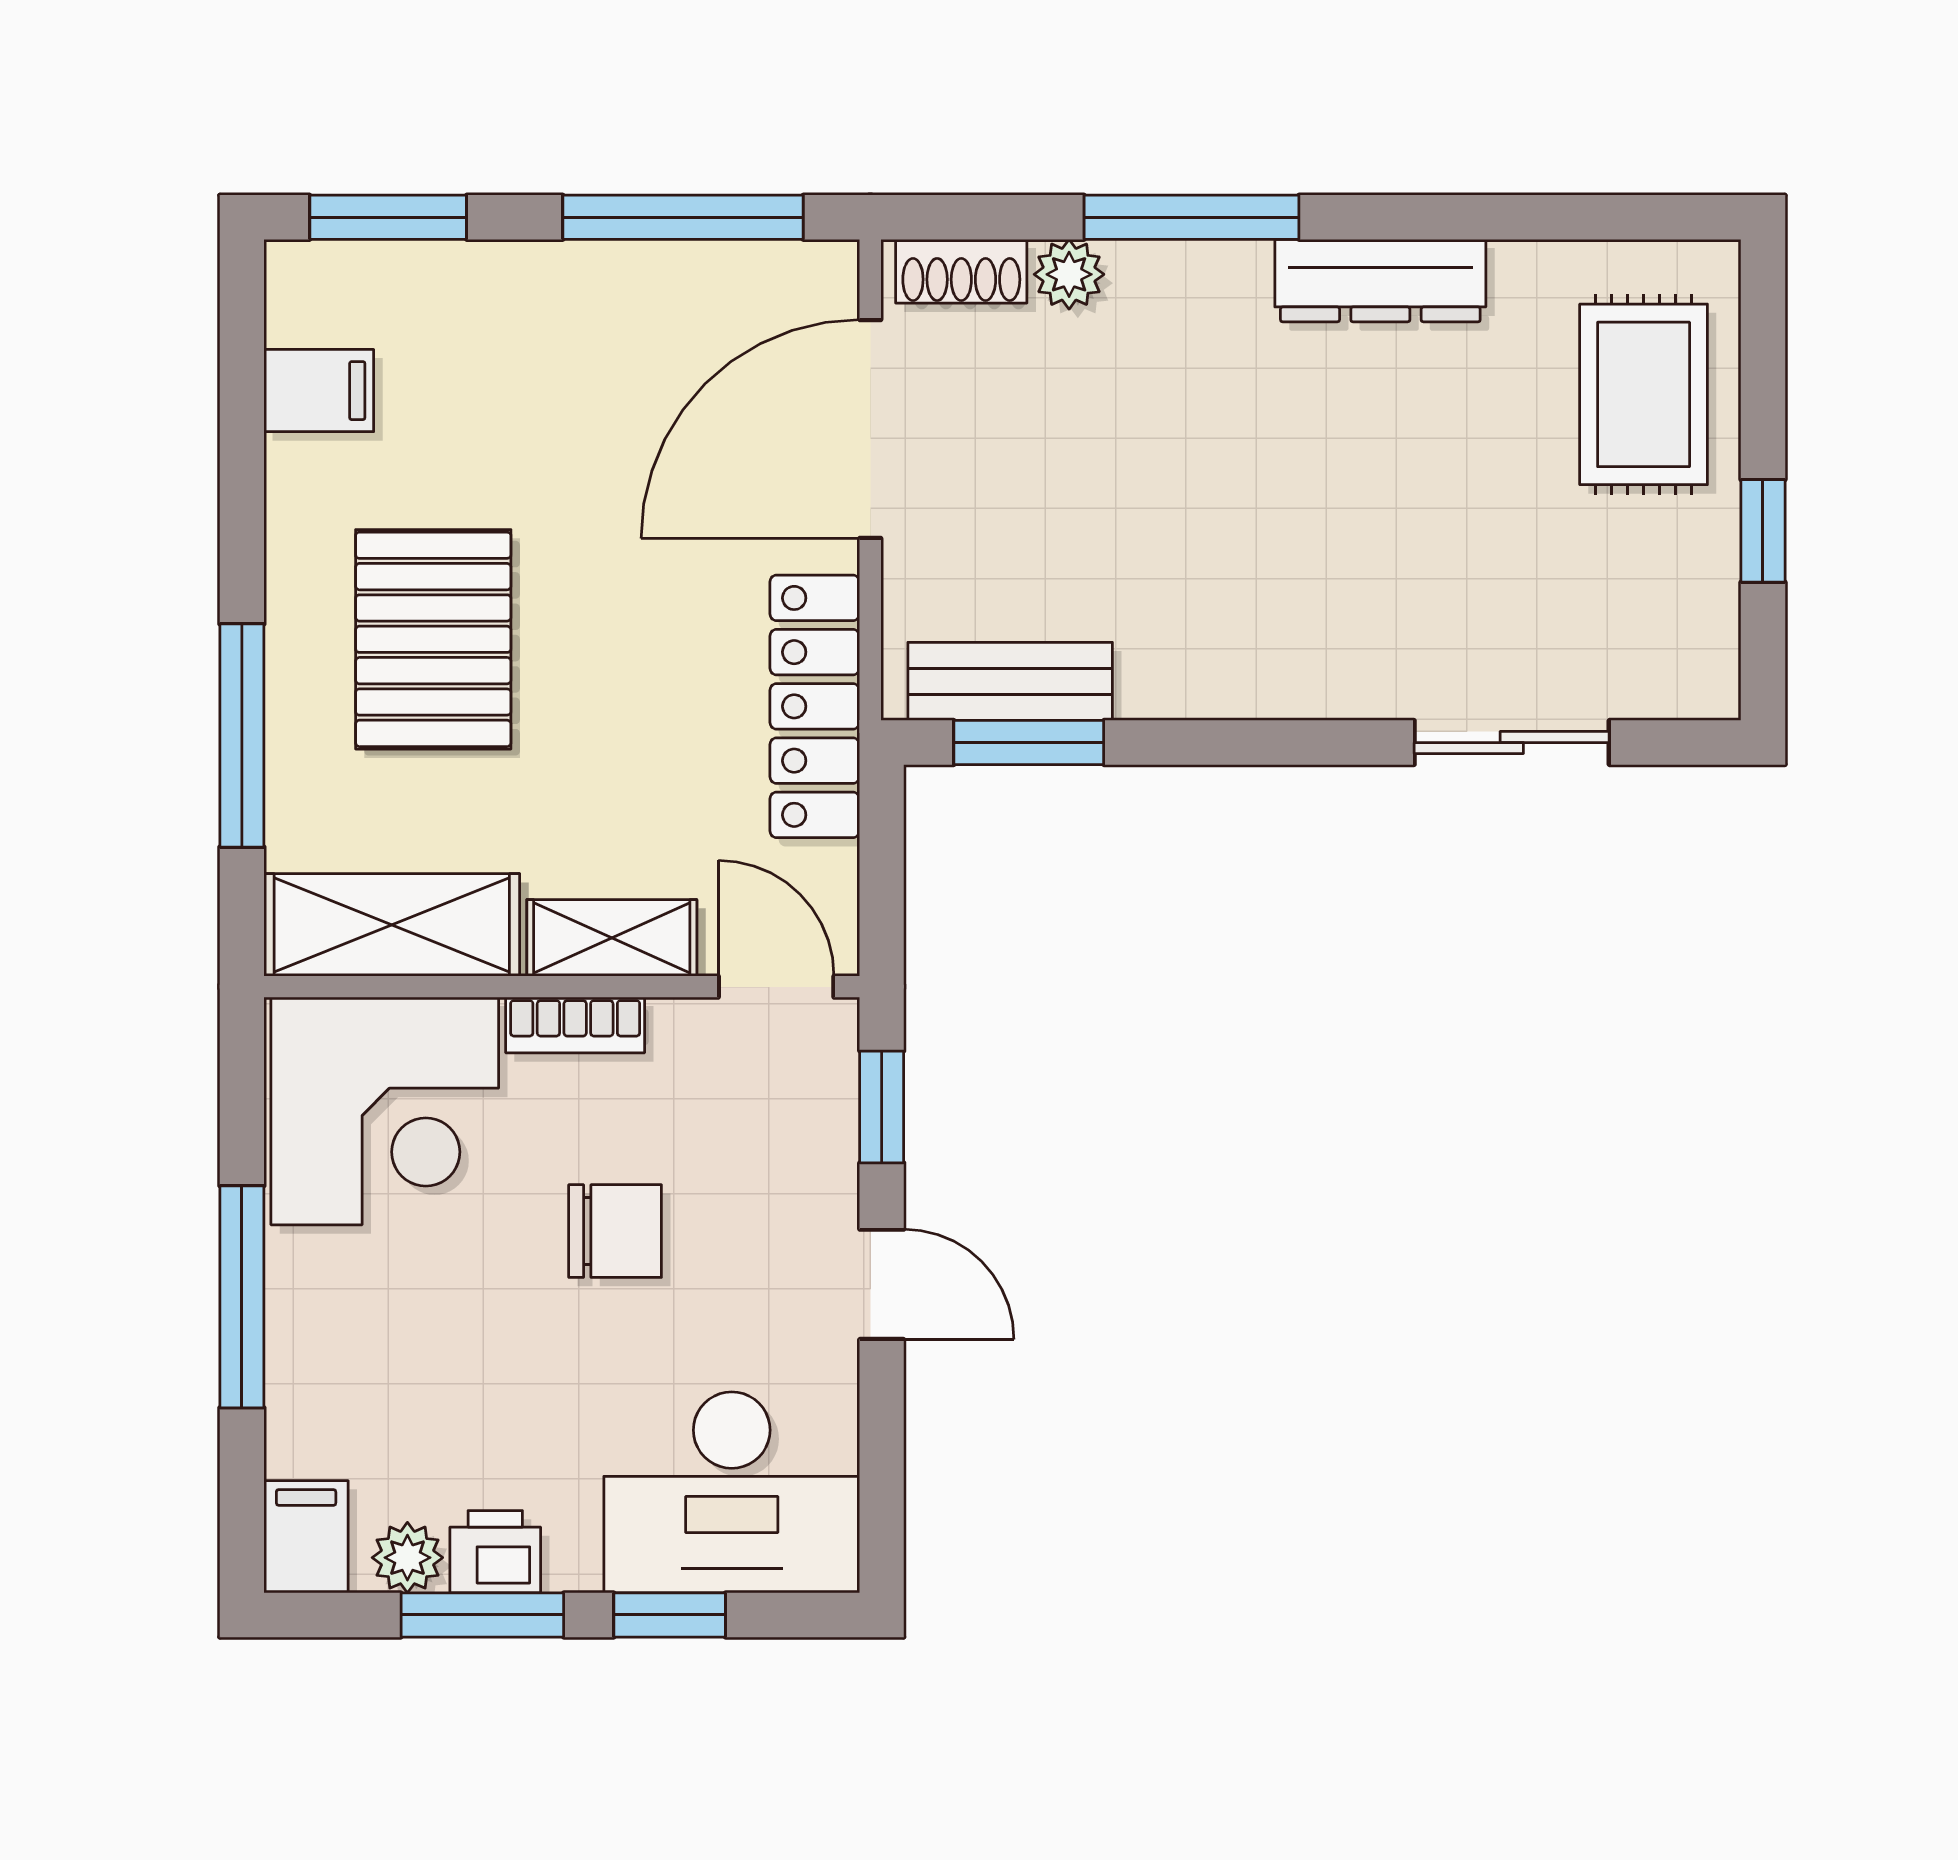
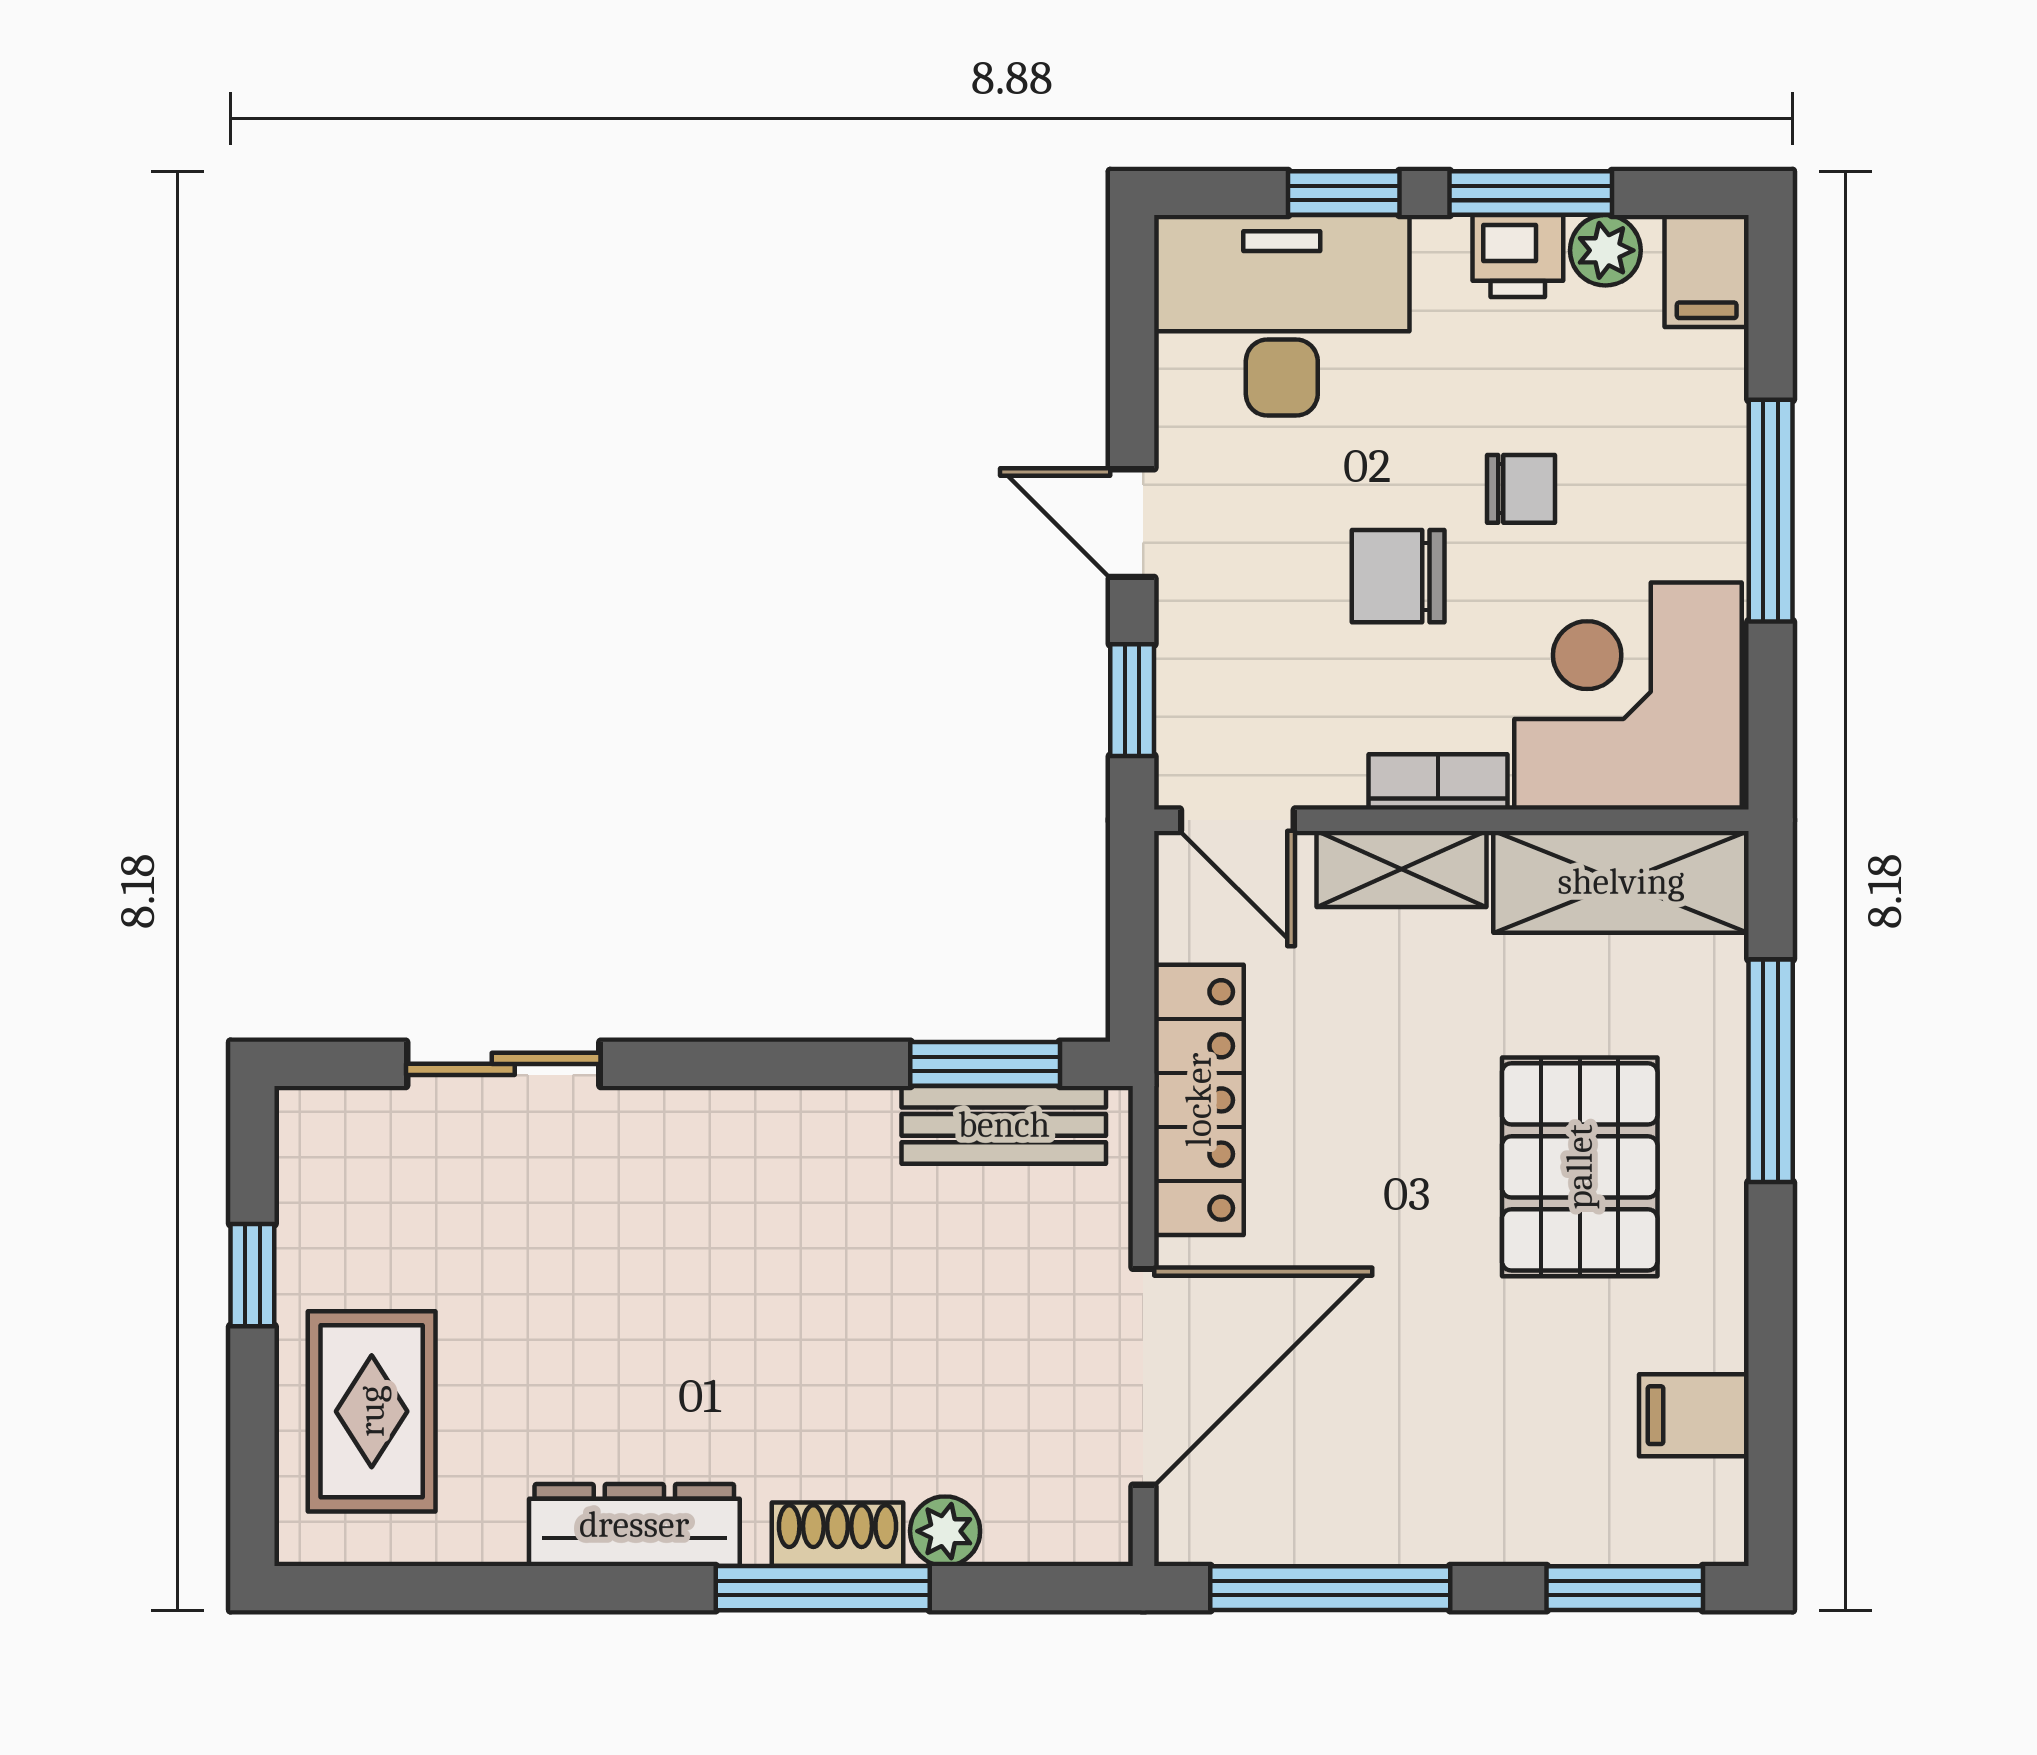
shoe rack: (961, 271) -> (837, 1534), moved
chair: (492, 1319) -> (1521, 489), added

